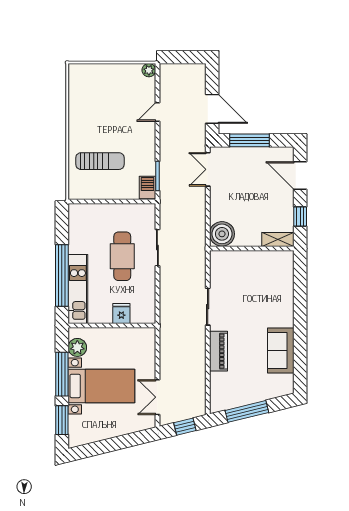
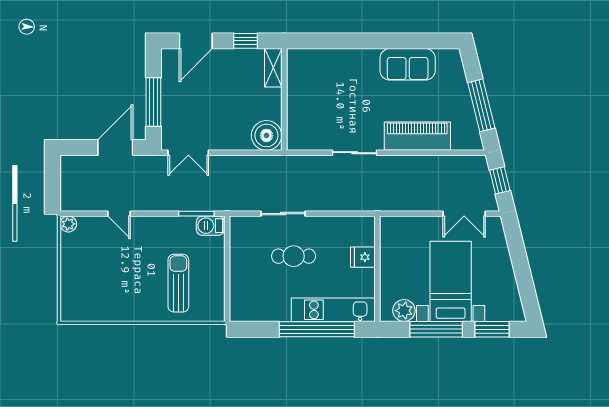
cafe table: (122, 256) -> (294, 256), width x0.73, depth x0.74
piano: (218, 351) -> (417, 136), width x1.37, depth x1.33

